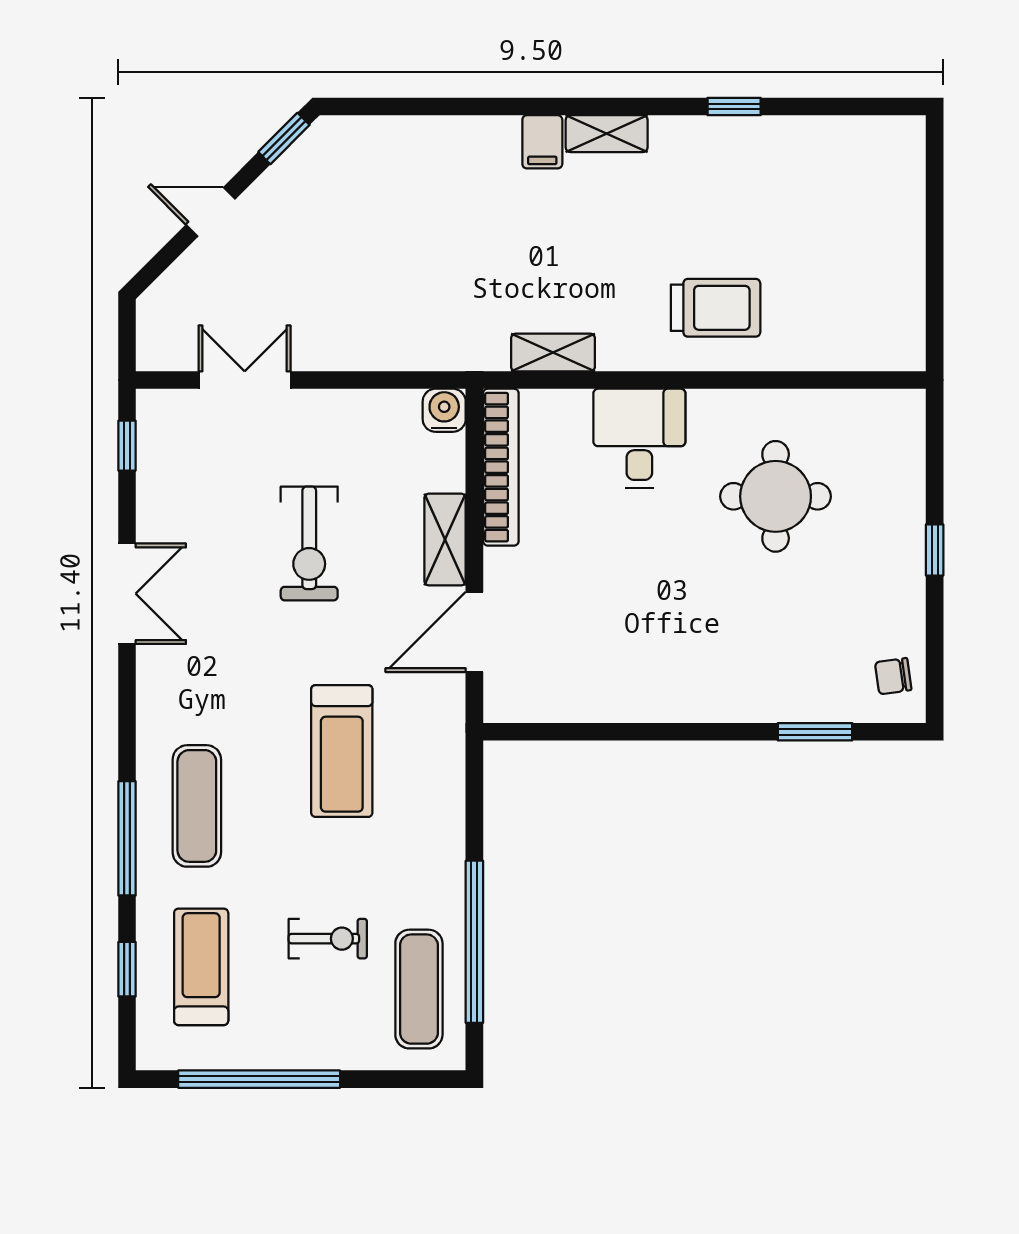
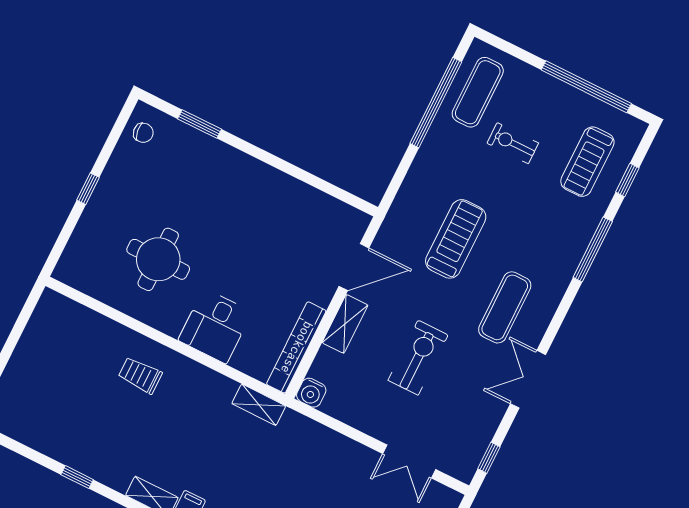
trolley: (716, 308) -> (140, 375), width x0.73, depth x0.72
shelving: (553, 353) -> (259, 405), moved
exercise mat: (197, 806) -> (505, 307), moved

